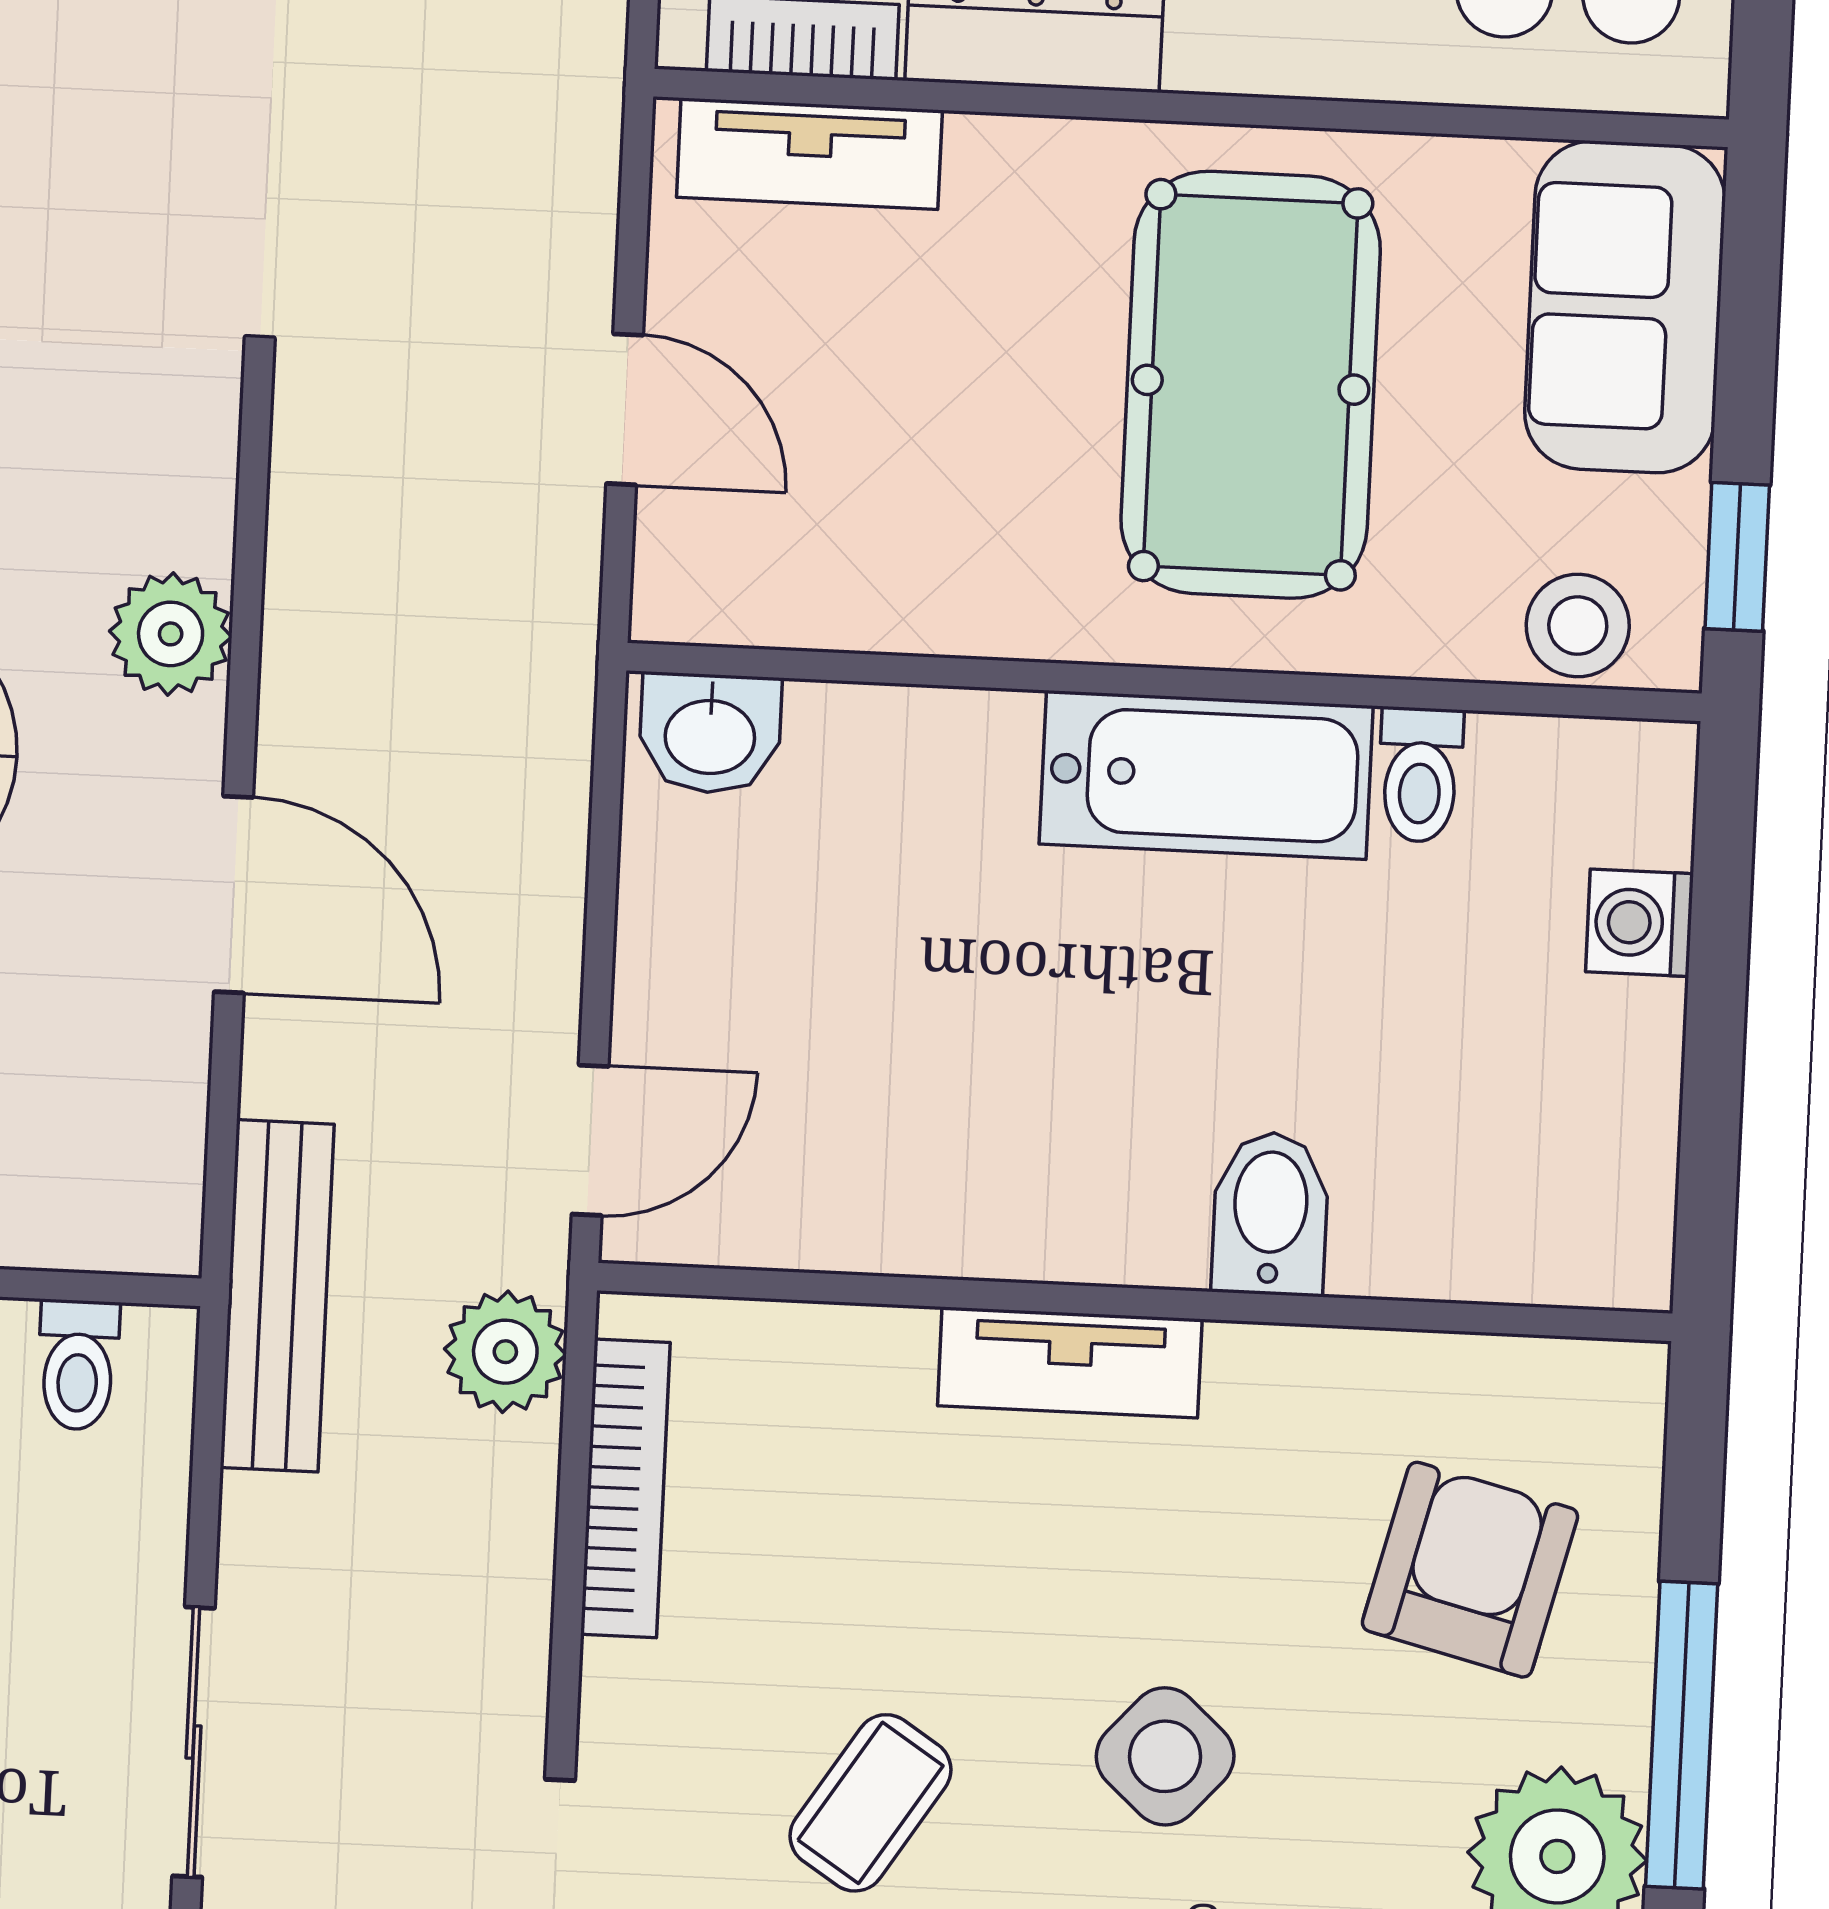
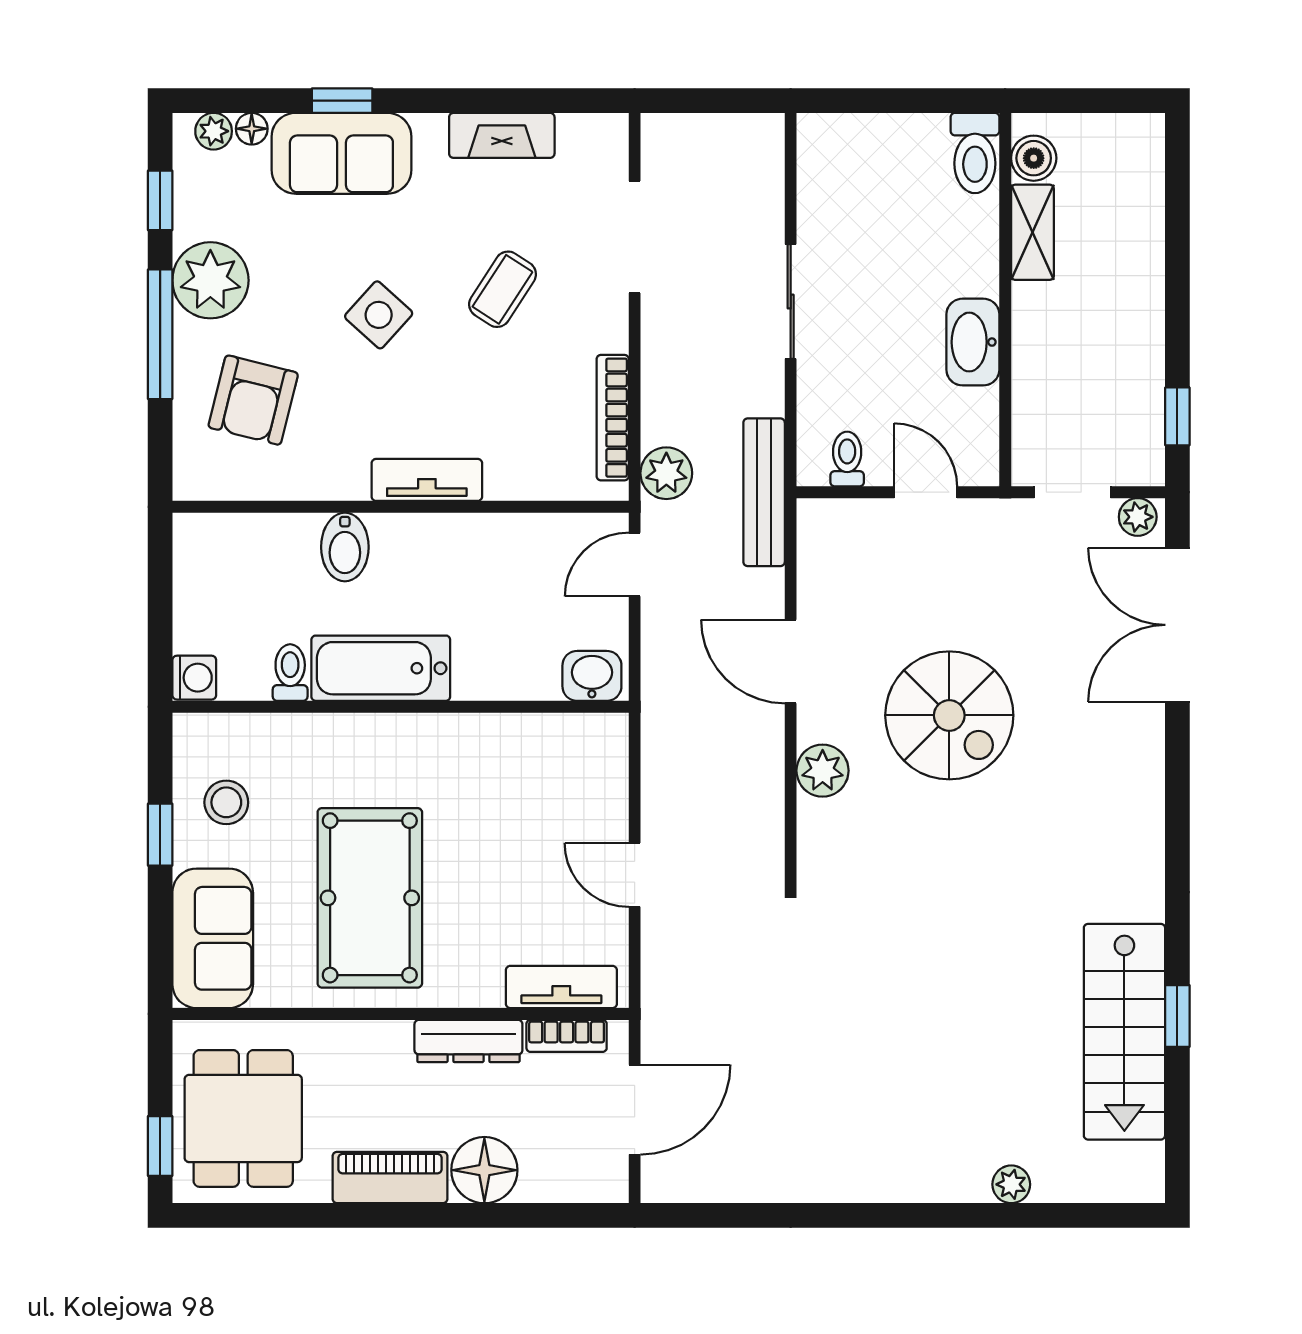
wall: (1164, 682) -> (401, 707), moved
washbasin: (710, 733) -> (592, 676), moved
bathtub: (1206, 775) -> (381, 668), moved
toilet: (1420, 775) -> (290, 673), moved

